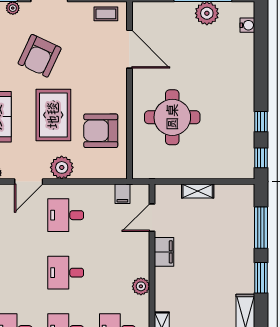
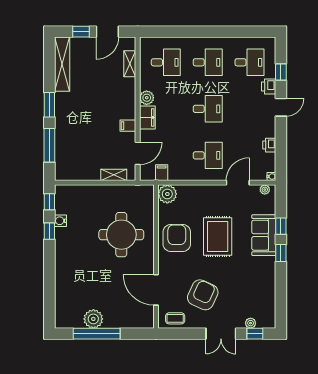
water cooler: (247, 25) -> (61, 221), moved
armchair: (40, 56) -> (203, 295), moved
armchair: (101, 131) -> (177, 238), moved, turned -90
plant: (62, 167) -> (167, 194), moved
shelving: (198, 191) -> (114, 175), moved
filing cabinet: (164, 252) -> (128, 126), width x0.50
filing cabinet: (140, 262) -> (147, 117), added

